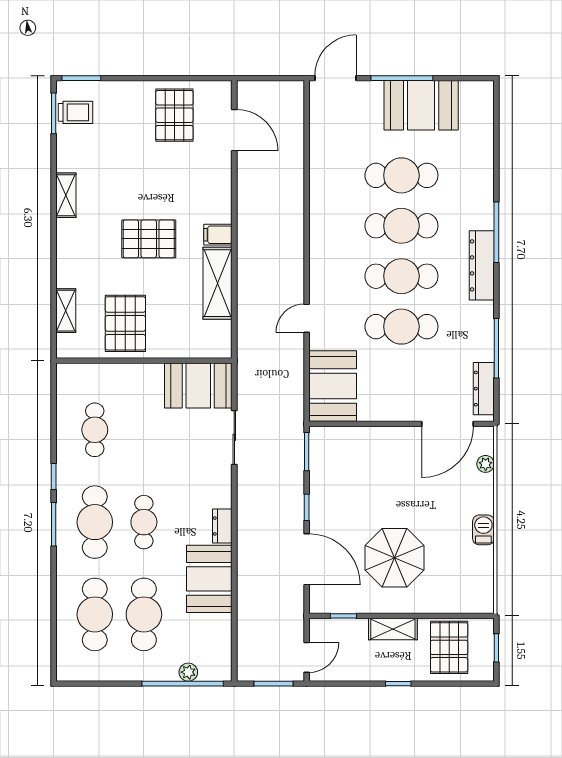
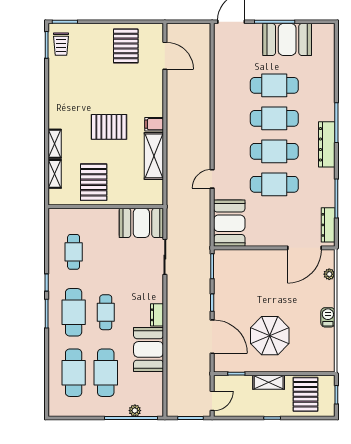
trolley: (75, 112) -> (61, 44), turned 90
shelving: (66, 195) -> (55, 144), moved

